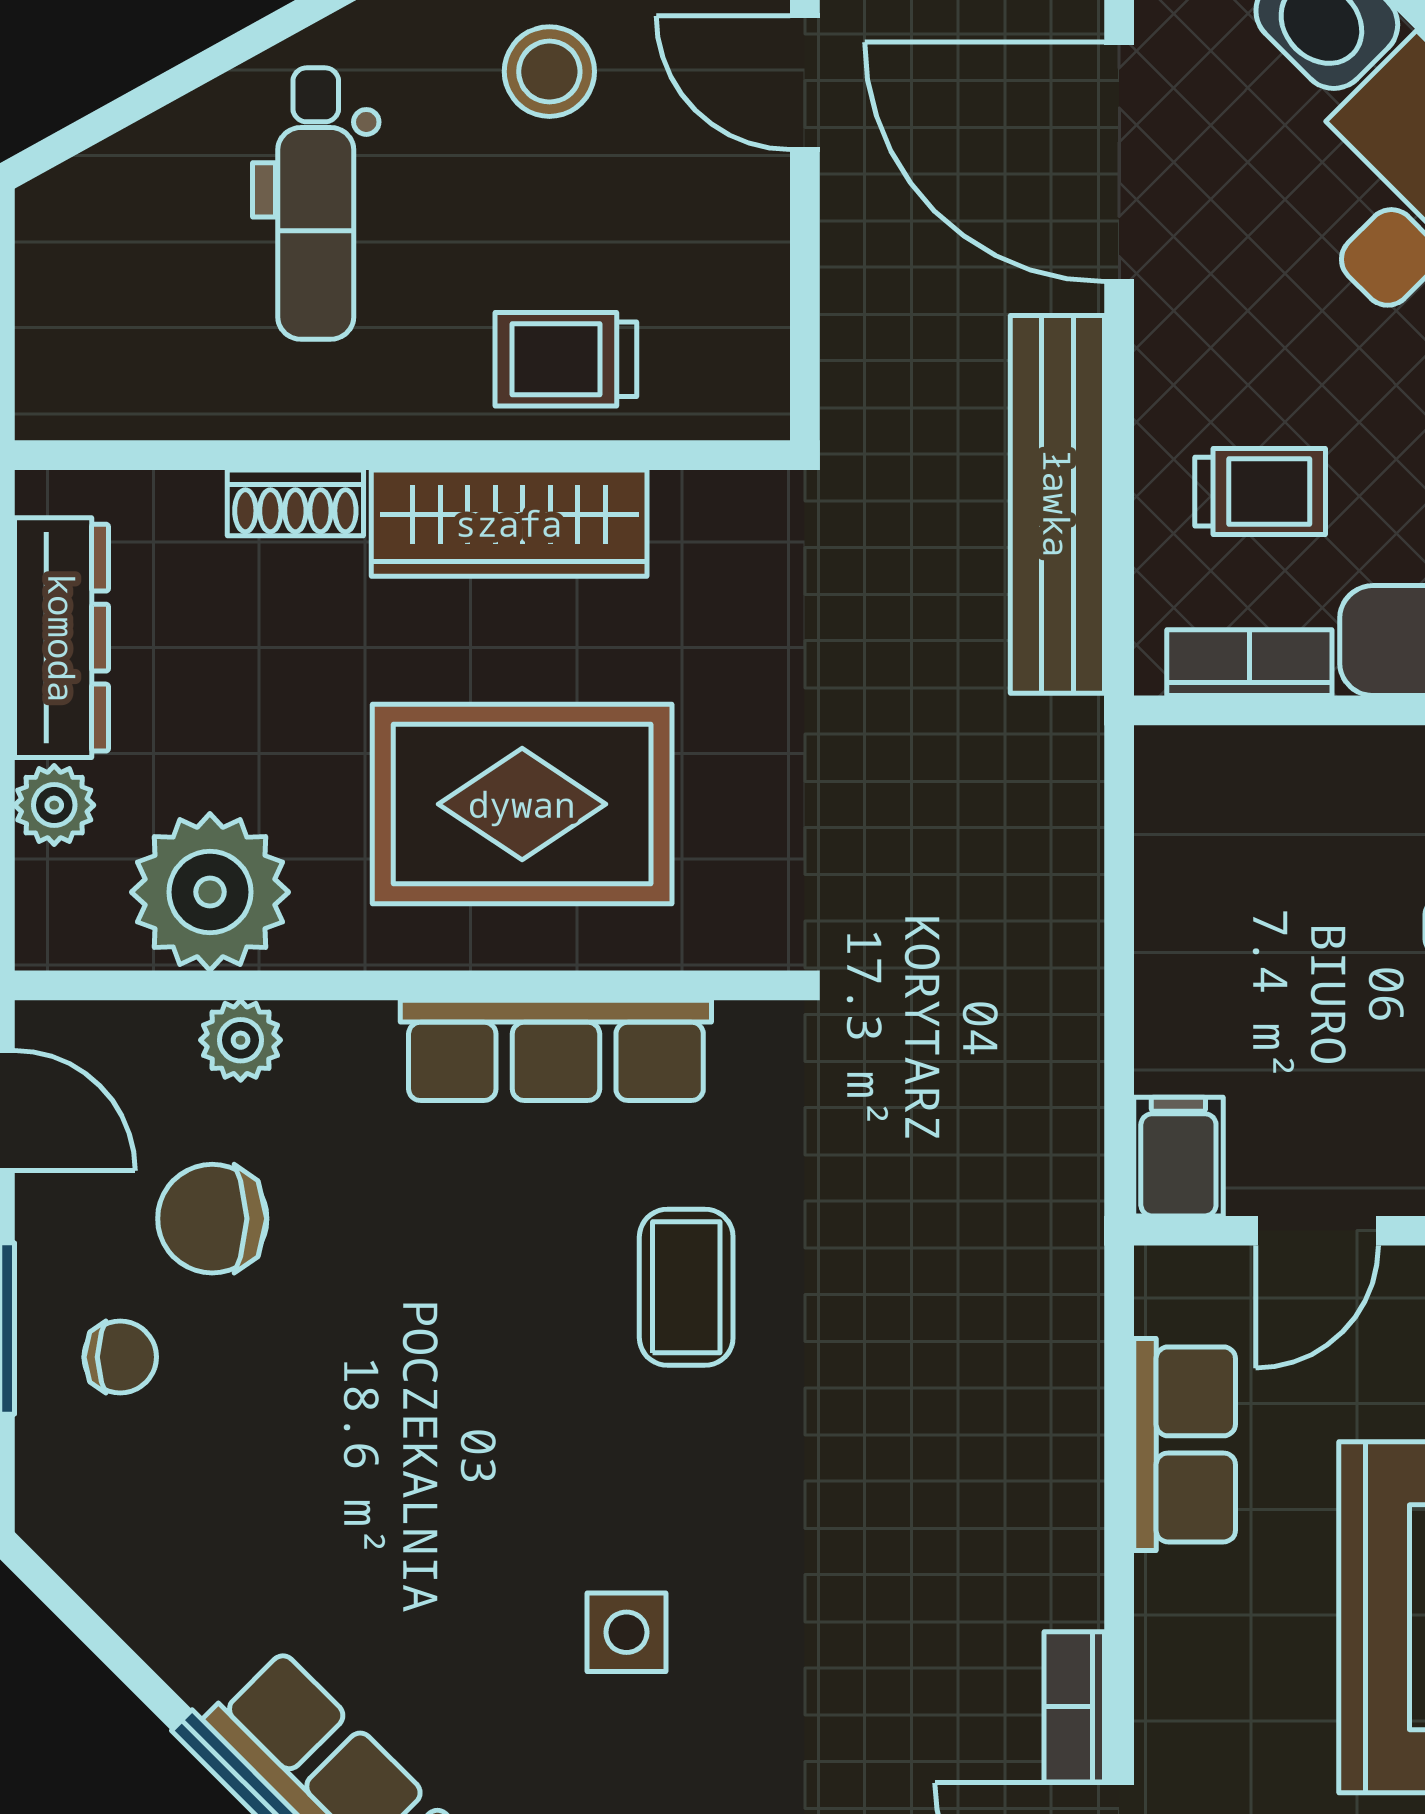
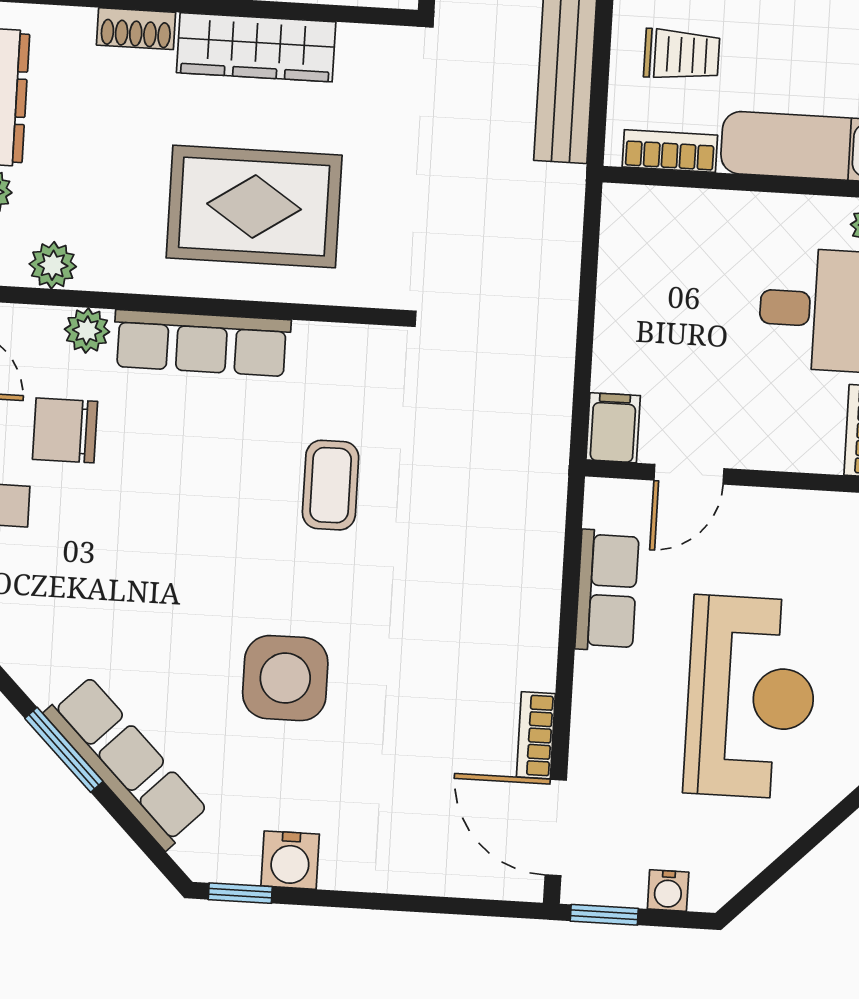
plant: (210, 892) -> (53, 265), width x0.53, depth x0.53
row of seats: (556, 1050) -> (202, 343), moved
side table: (626, 1632) -> (285, 678), width x1.87, depth x1.87

